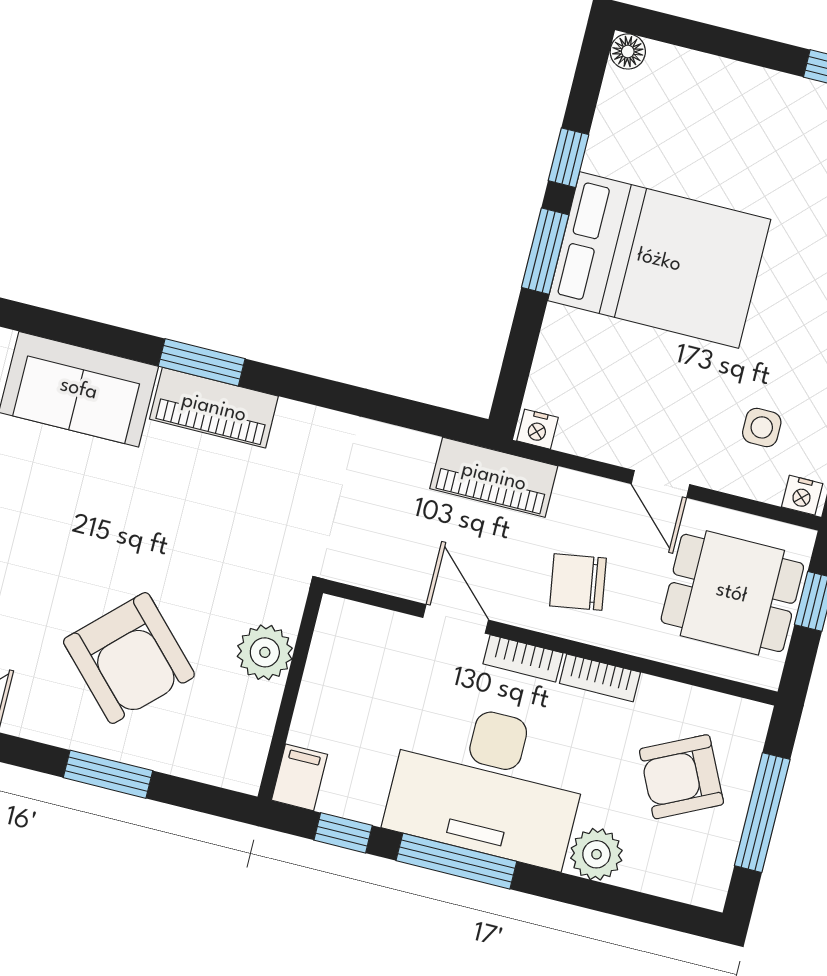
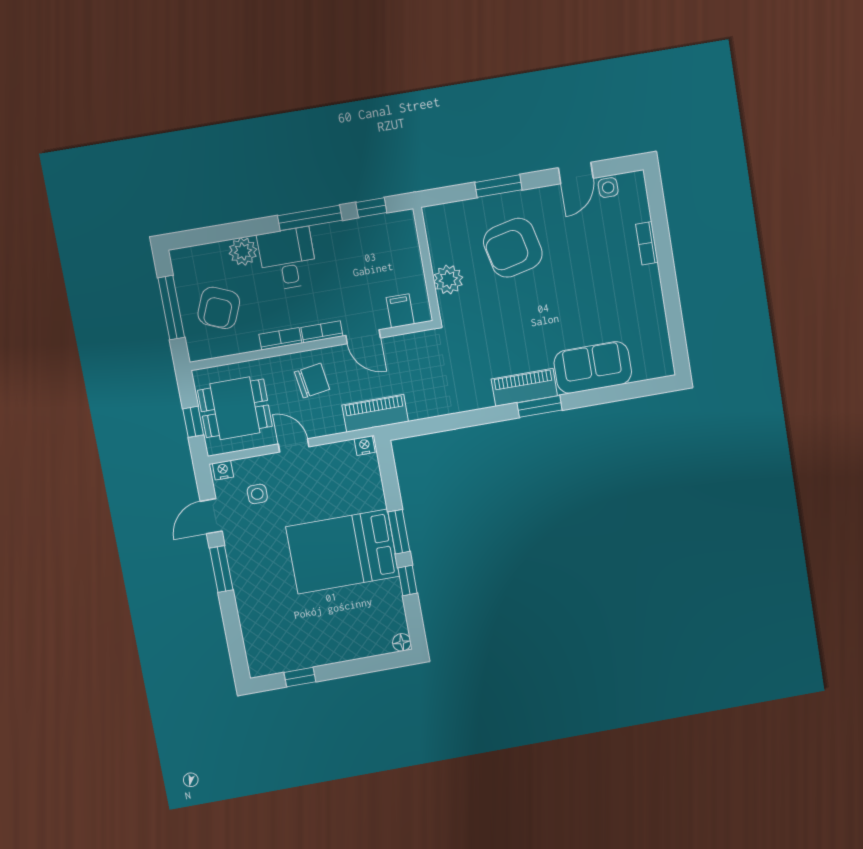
armchair: (129, 658) -> (513, 248), turned -59
filing cabinet: (300, 777) -> (400, 311), moved, turned 180
armchair: (681, 777) -> (219, 308), turned 139
desk: (488, 783) -> (288, 259), width x0.53, depth x0.77

